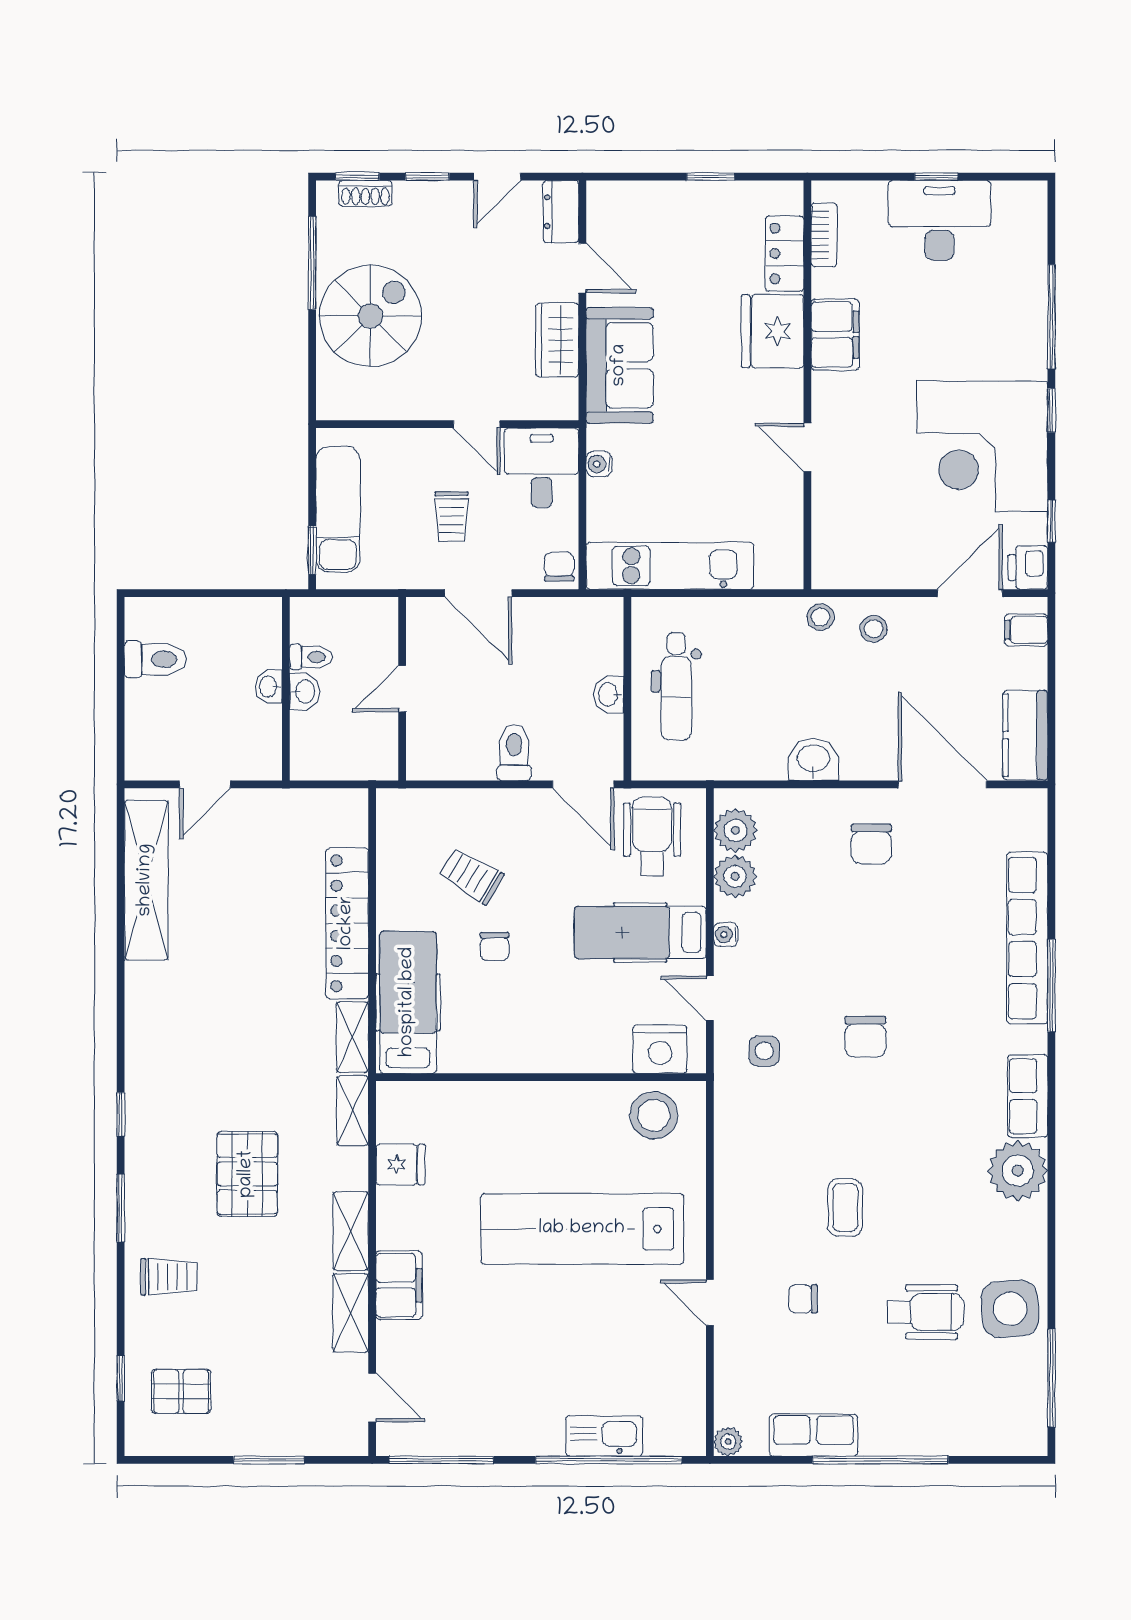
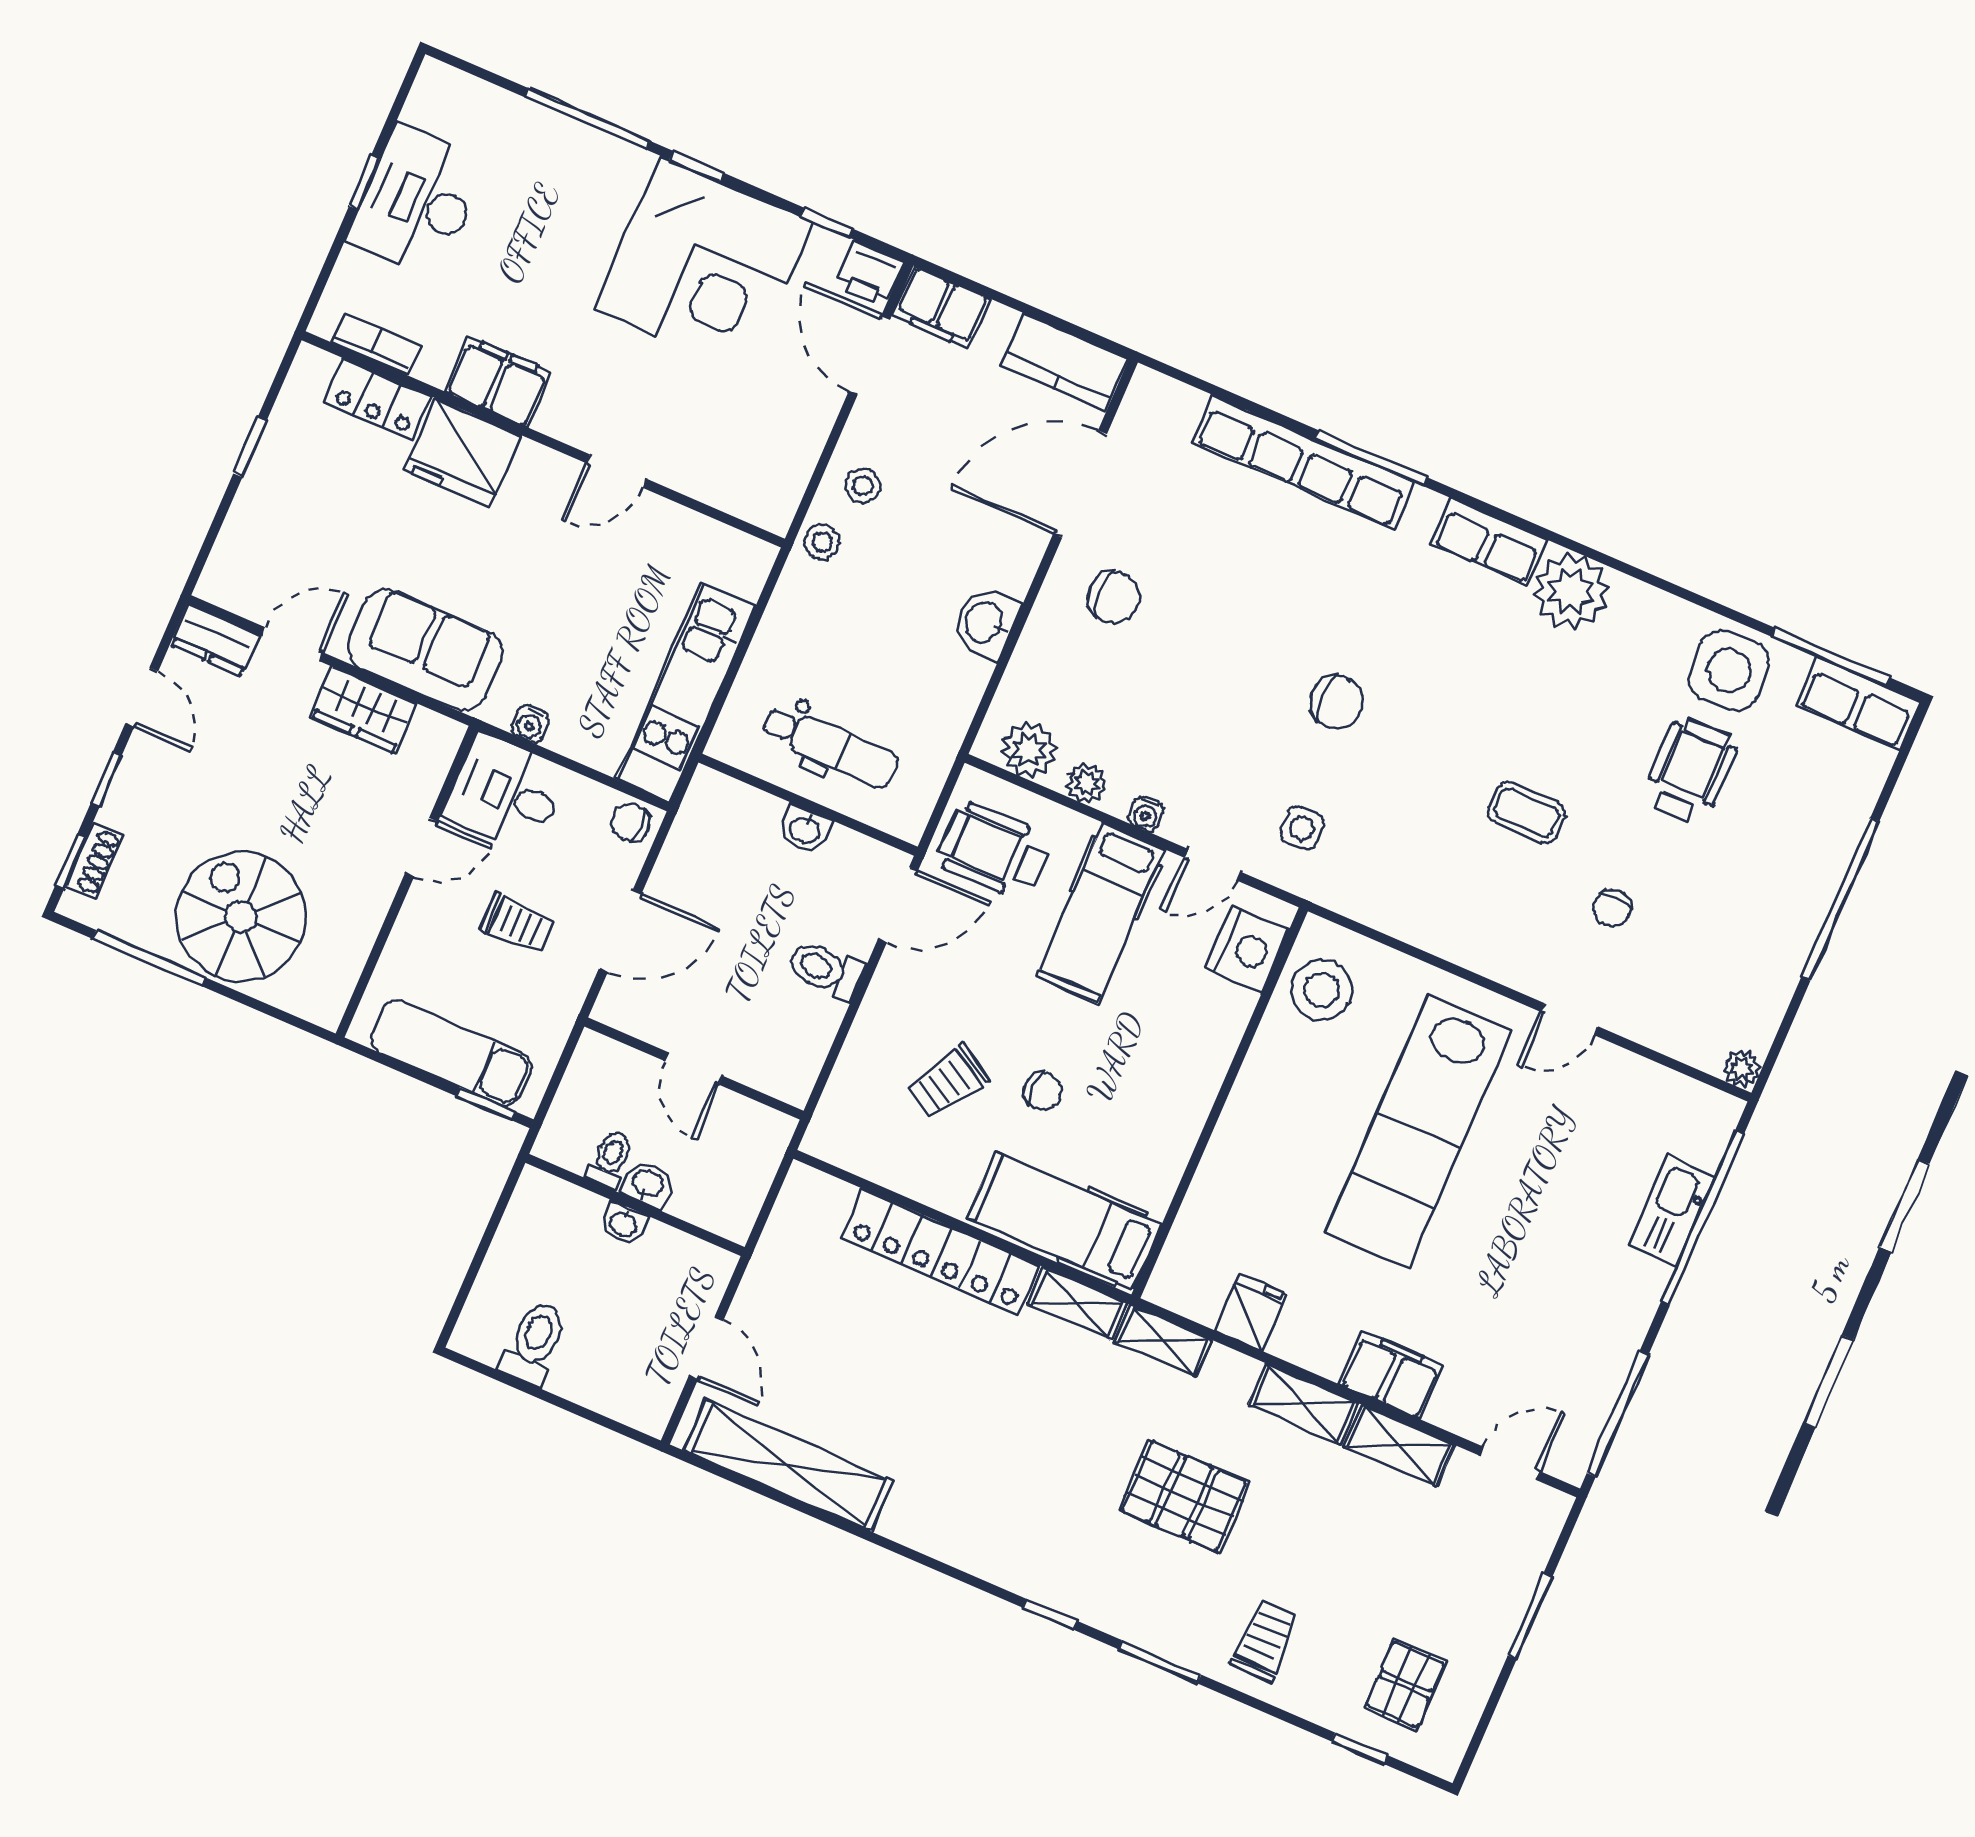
filing cabinet: (1026, 630) -> (941, 307), width x2.00
plant: (735, 876) -> (1086, 783), width x0.73, depth x0.73
row of seats: (814, 1435) -> (1858, 704), moved, turned -90

